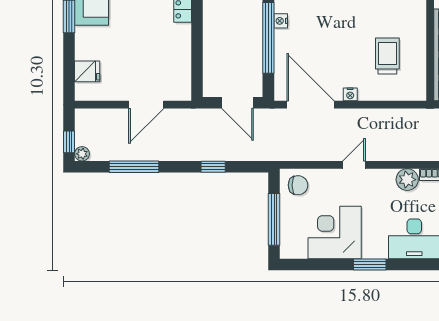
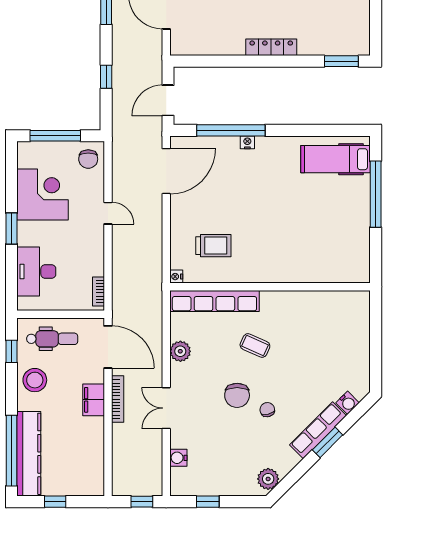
nightstand: (350, 94) -> (176, 277), moved
plant: (407, 180) -> (94, 265), removed

